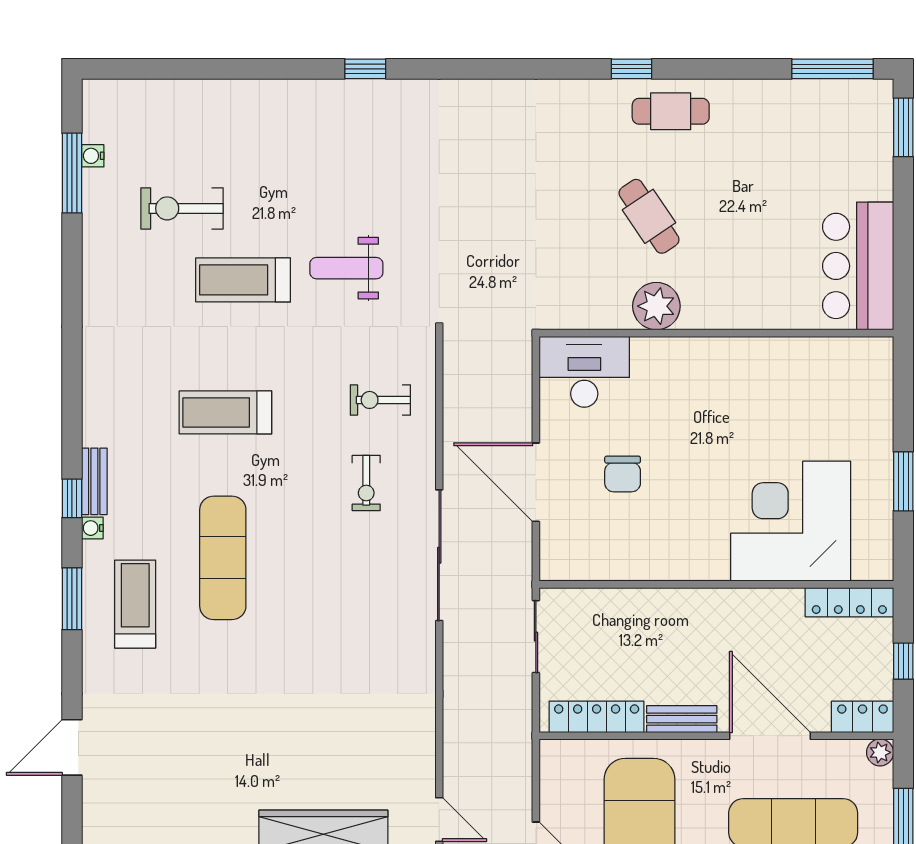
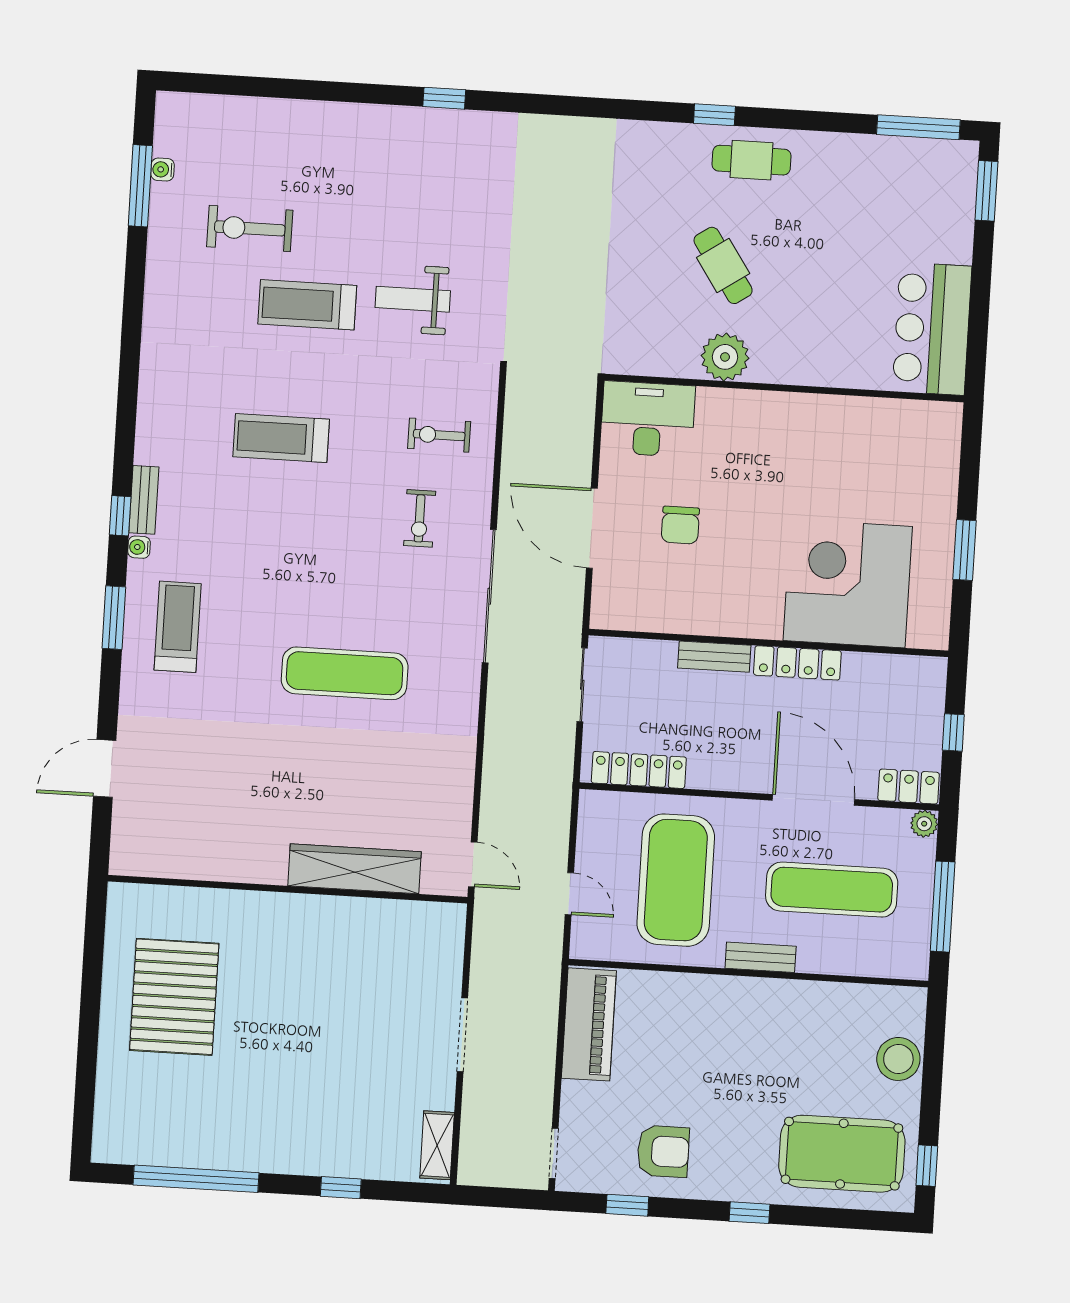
exercise mat: (223, 558) -> (345, 673), moved, turned 90
locker: (849, 602) -> (797, 663), moved
bench: (682, 719) -> (714, 657), moved

